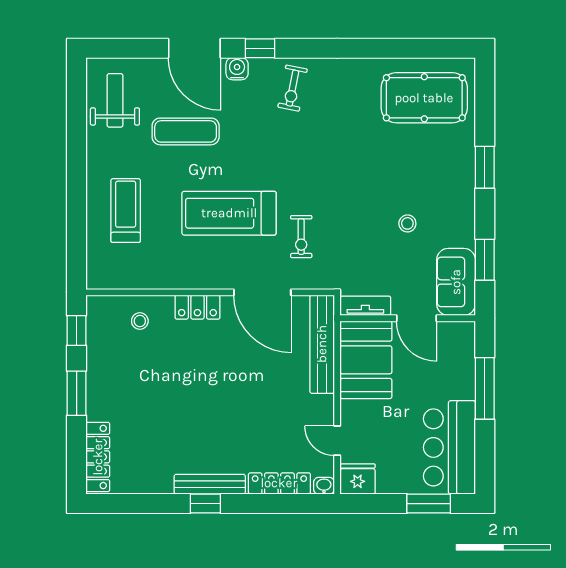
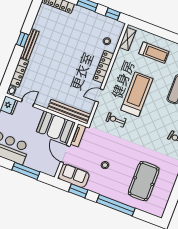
pool table: (424, 98) -> (144, 181), moved
window: (485, 167) -> (116, 205), width x2.11
shelving: (118, 278) -> (128, 39), added
door: (262, 292) -> (99, 95), width x0.53
locker: (197, 307) -> (103, 67), width x1.53
door: (416, 318) -> (65, 154), hinge flipped

